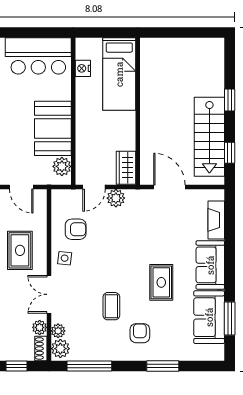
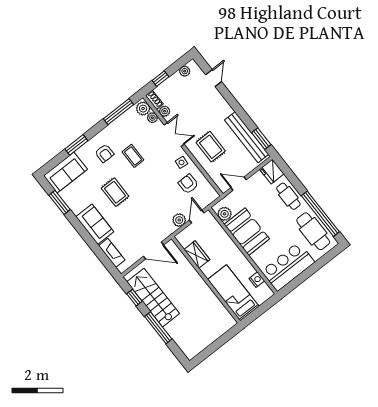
window: (230, 100) -> (158, 328), width x2.17
wardrobe: (126, 168) -> (197, 254), moved
armchair: (76, 229) -> (188, 184), turned 90
sofa: (209, 317) -> (65, 172), moved, turned 90

